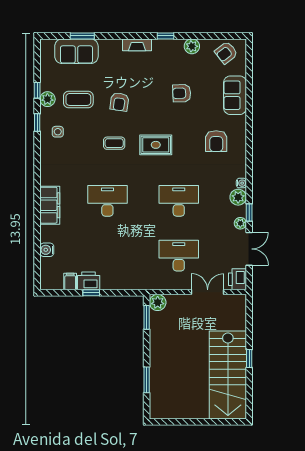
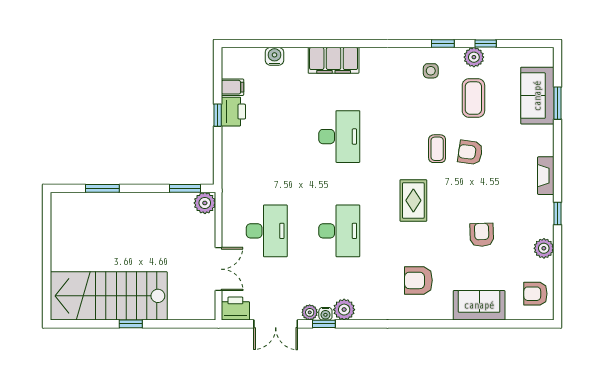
armchair: (226, 53) -> (535, 294), turned -52
coffee table: (114, 143) -> (437, 149), moved
water cooler: (241, 183) -> (325, 314), moved

